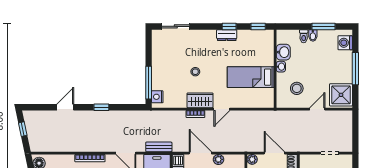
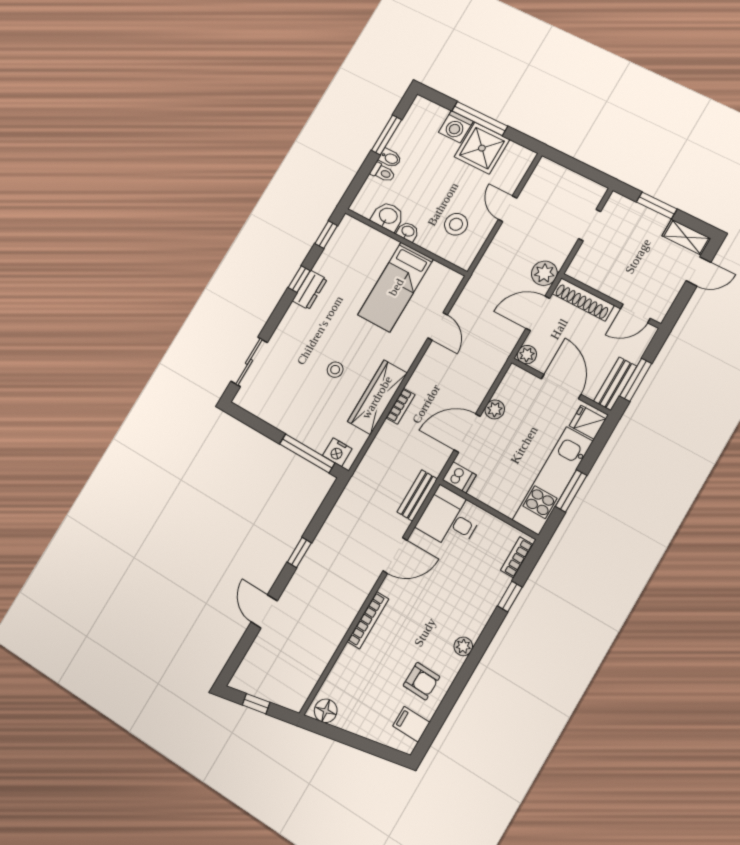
washing machine: (345, 43) -> (456, 127), moved
shower: (341, 95) -> (482, 148), moved
wardrobe: (200, 100) -> (377, 397), width x1.50
door: (222, 109) -> (438, 326), moved
plant: (295, 145) -> (544, 273), added

